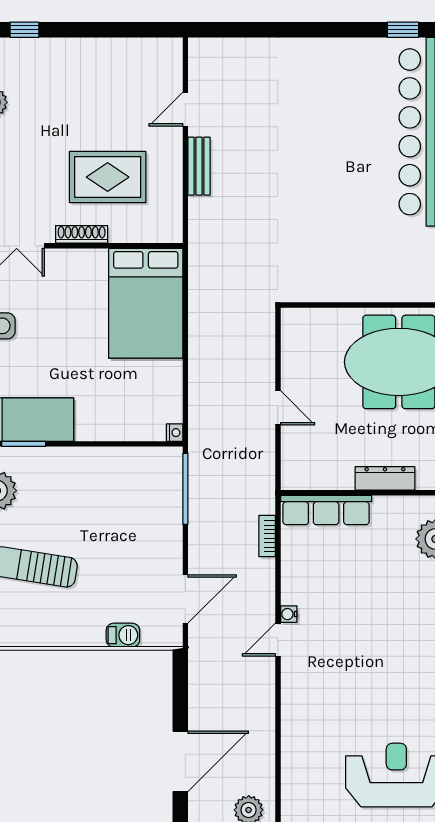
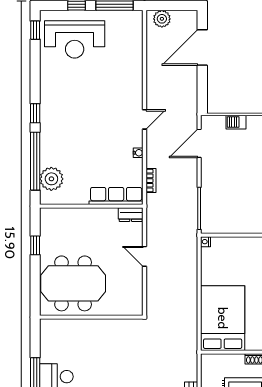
dresser: (385, 478) -> (131, 215), moved, width x0.70
water cooler: (289, 614) -> (138, 153), moved

